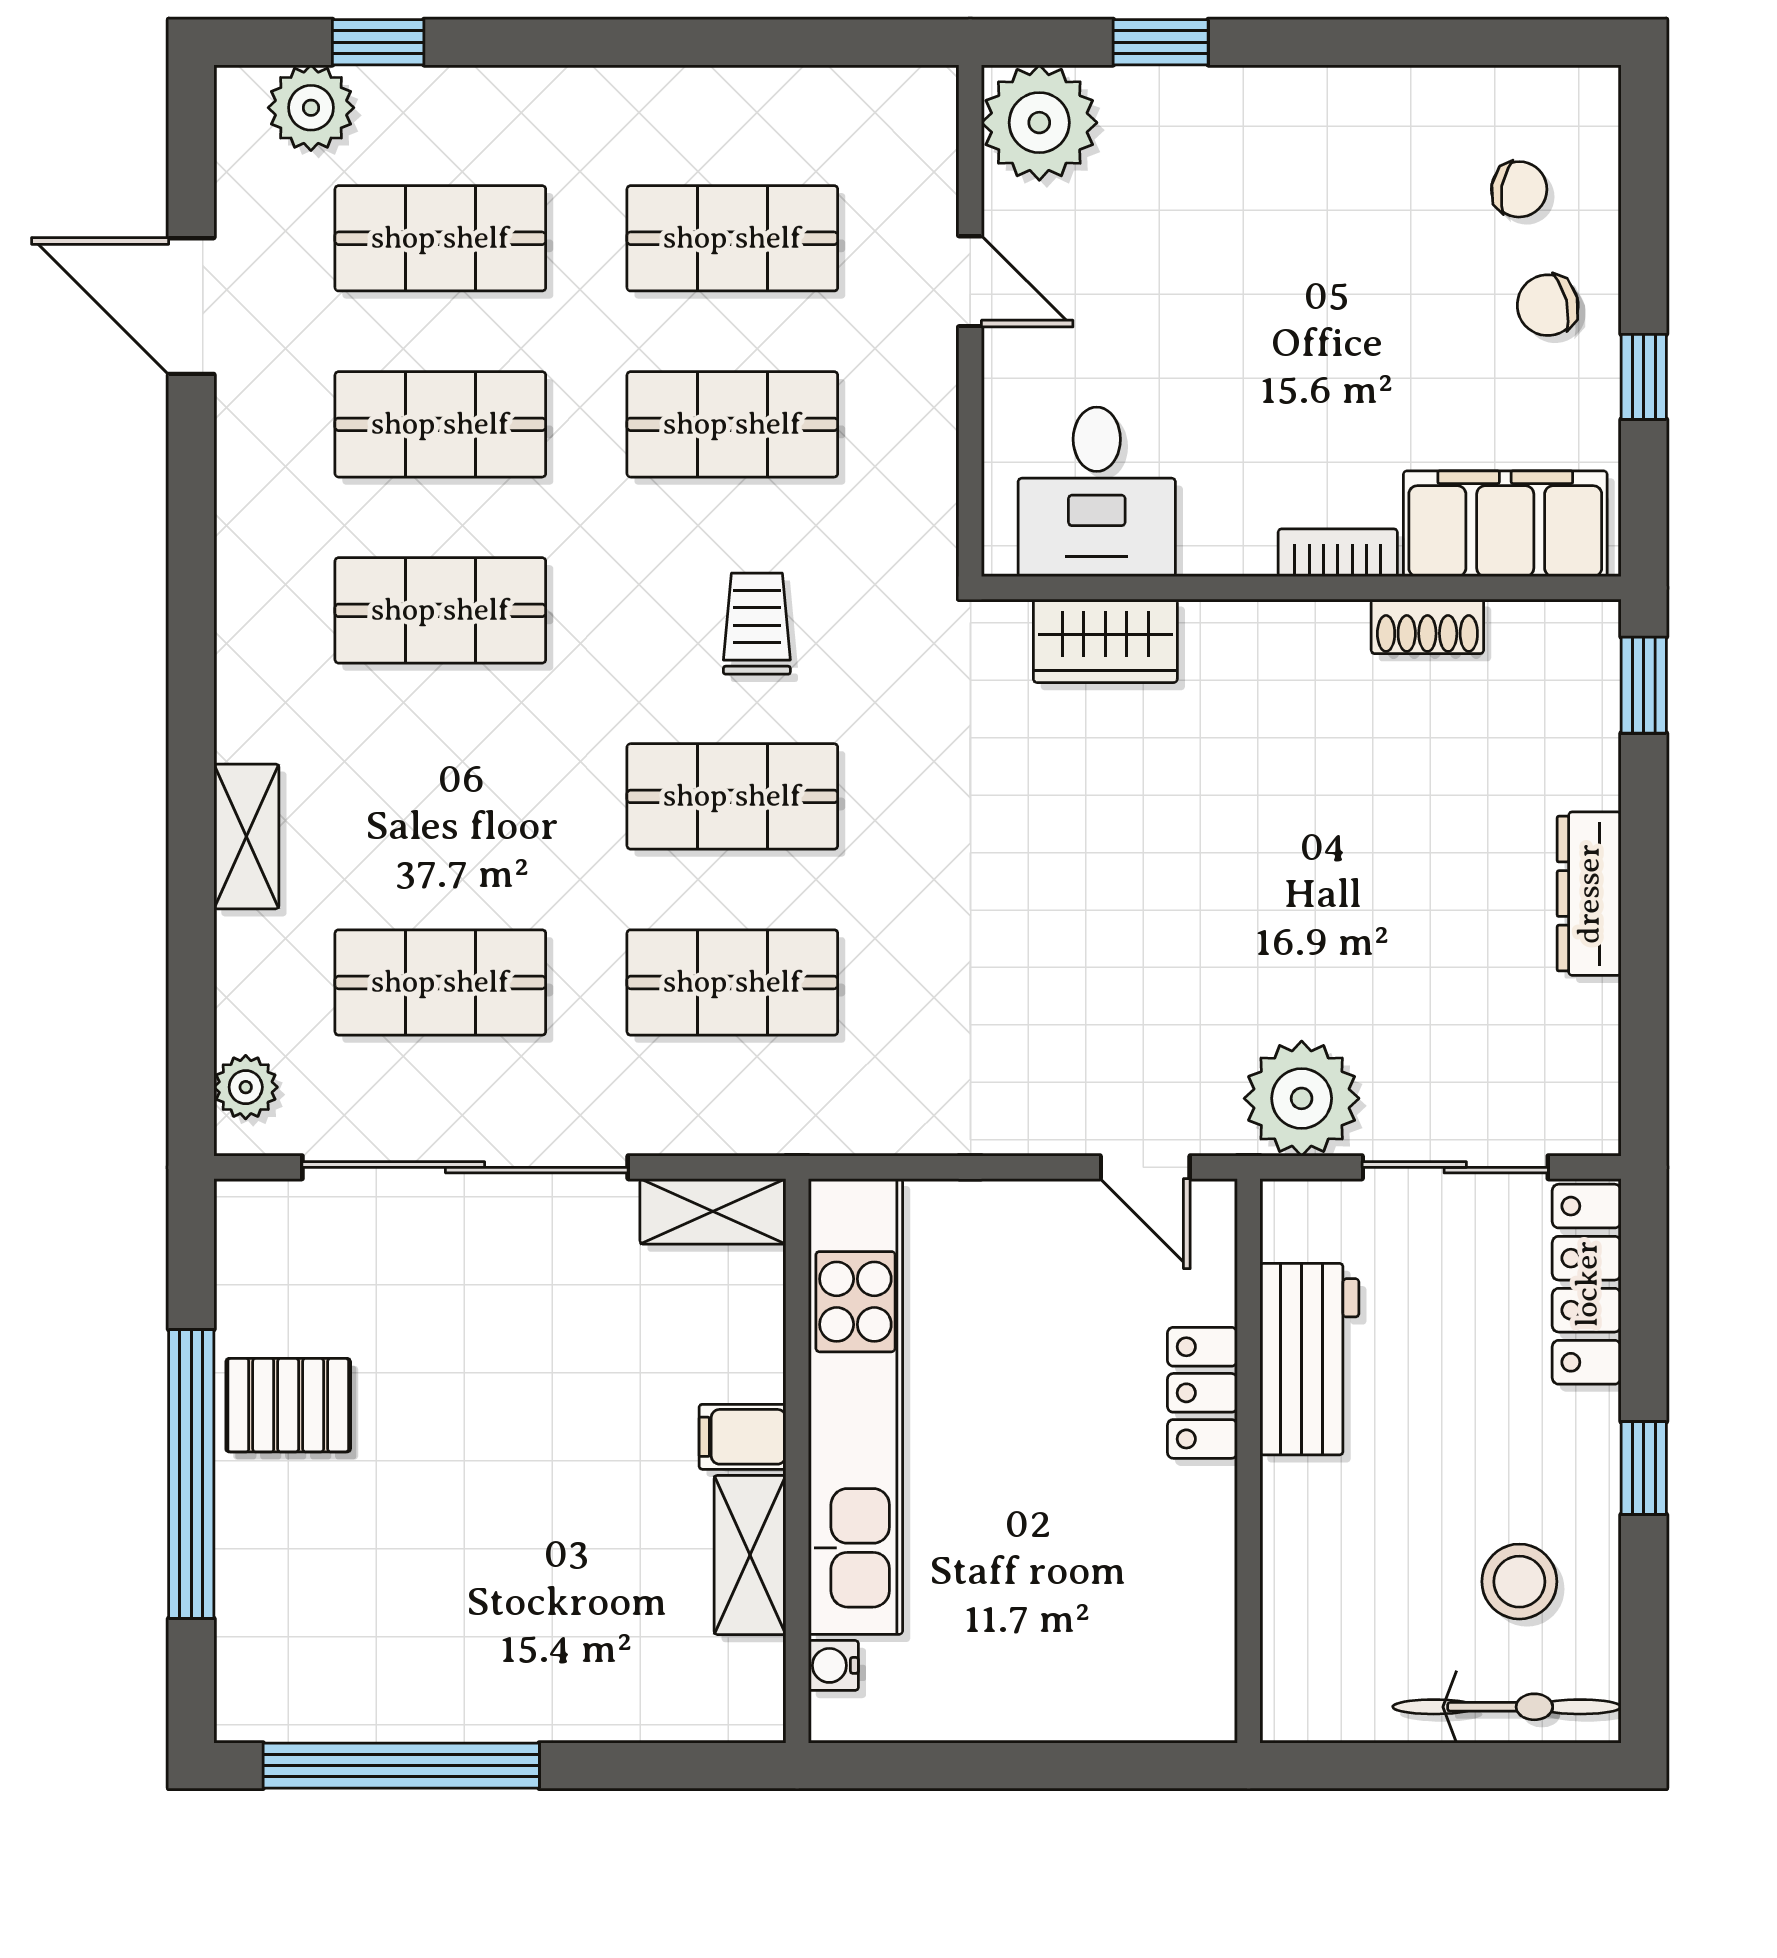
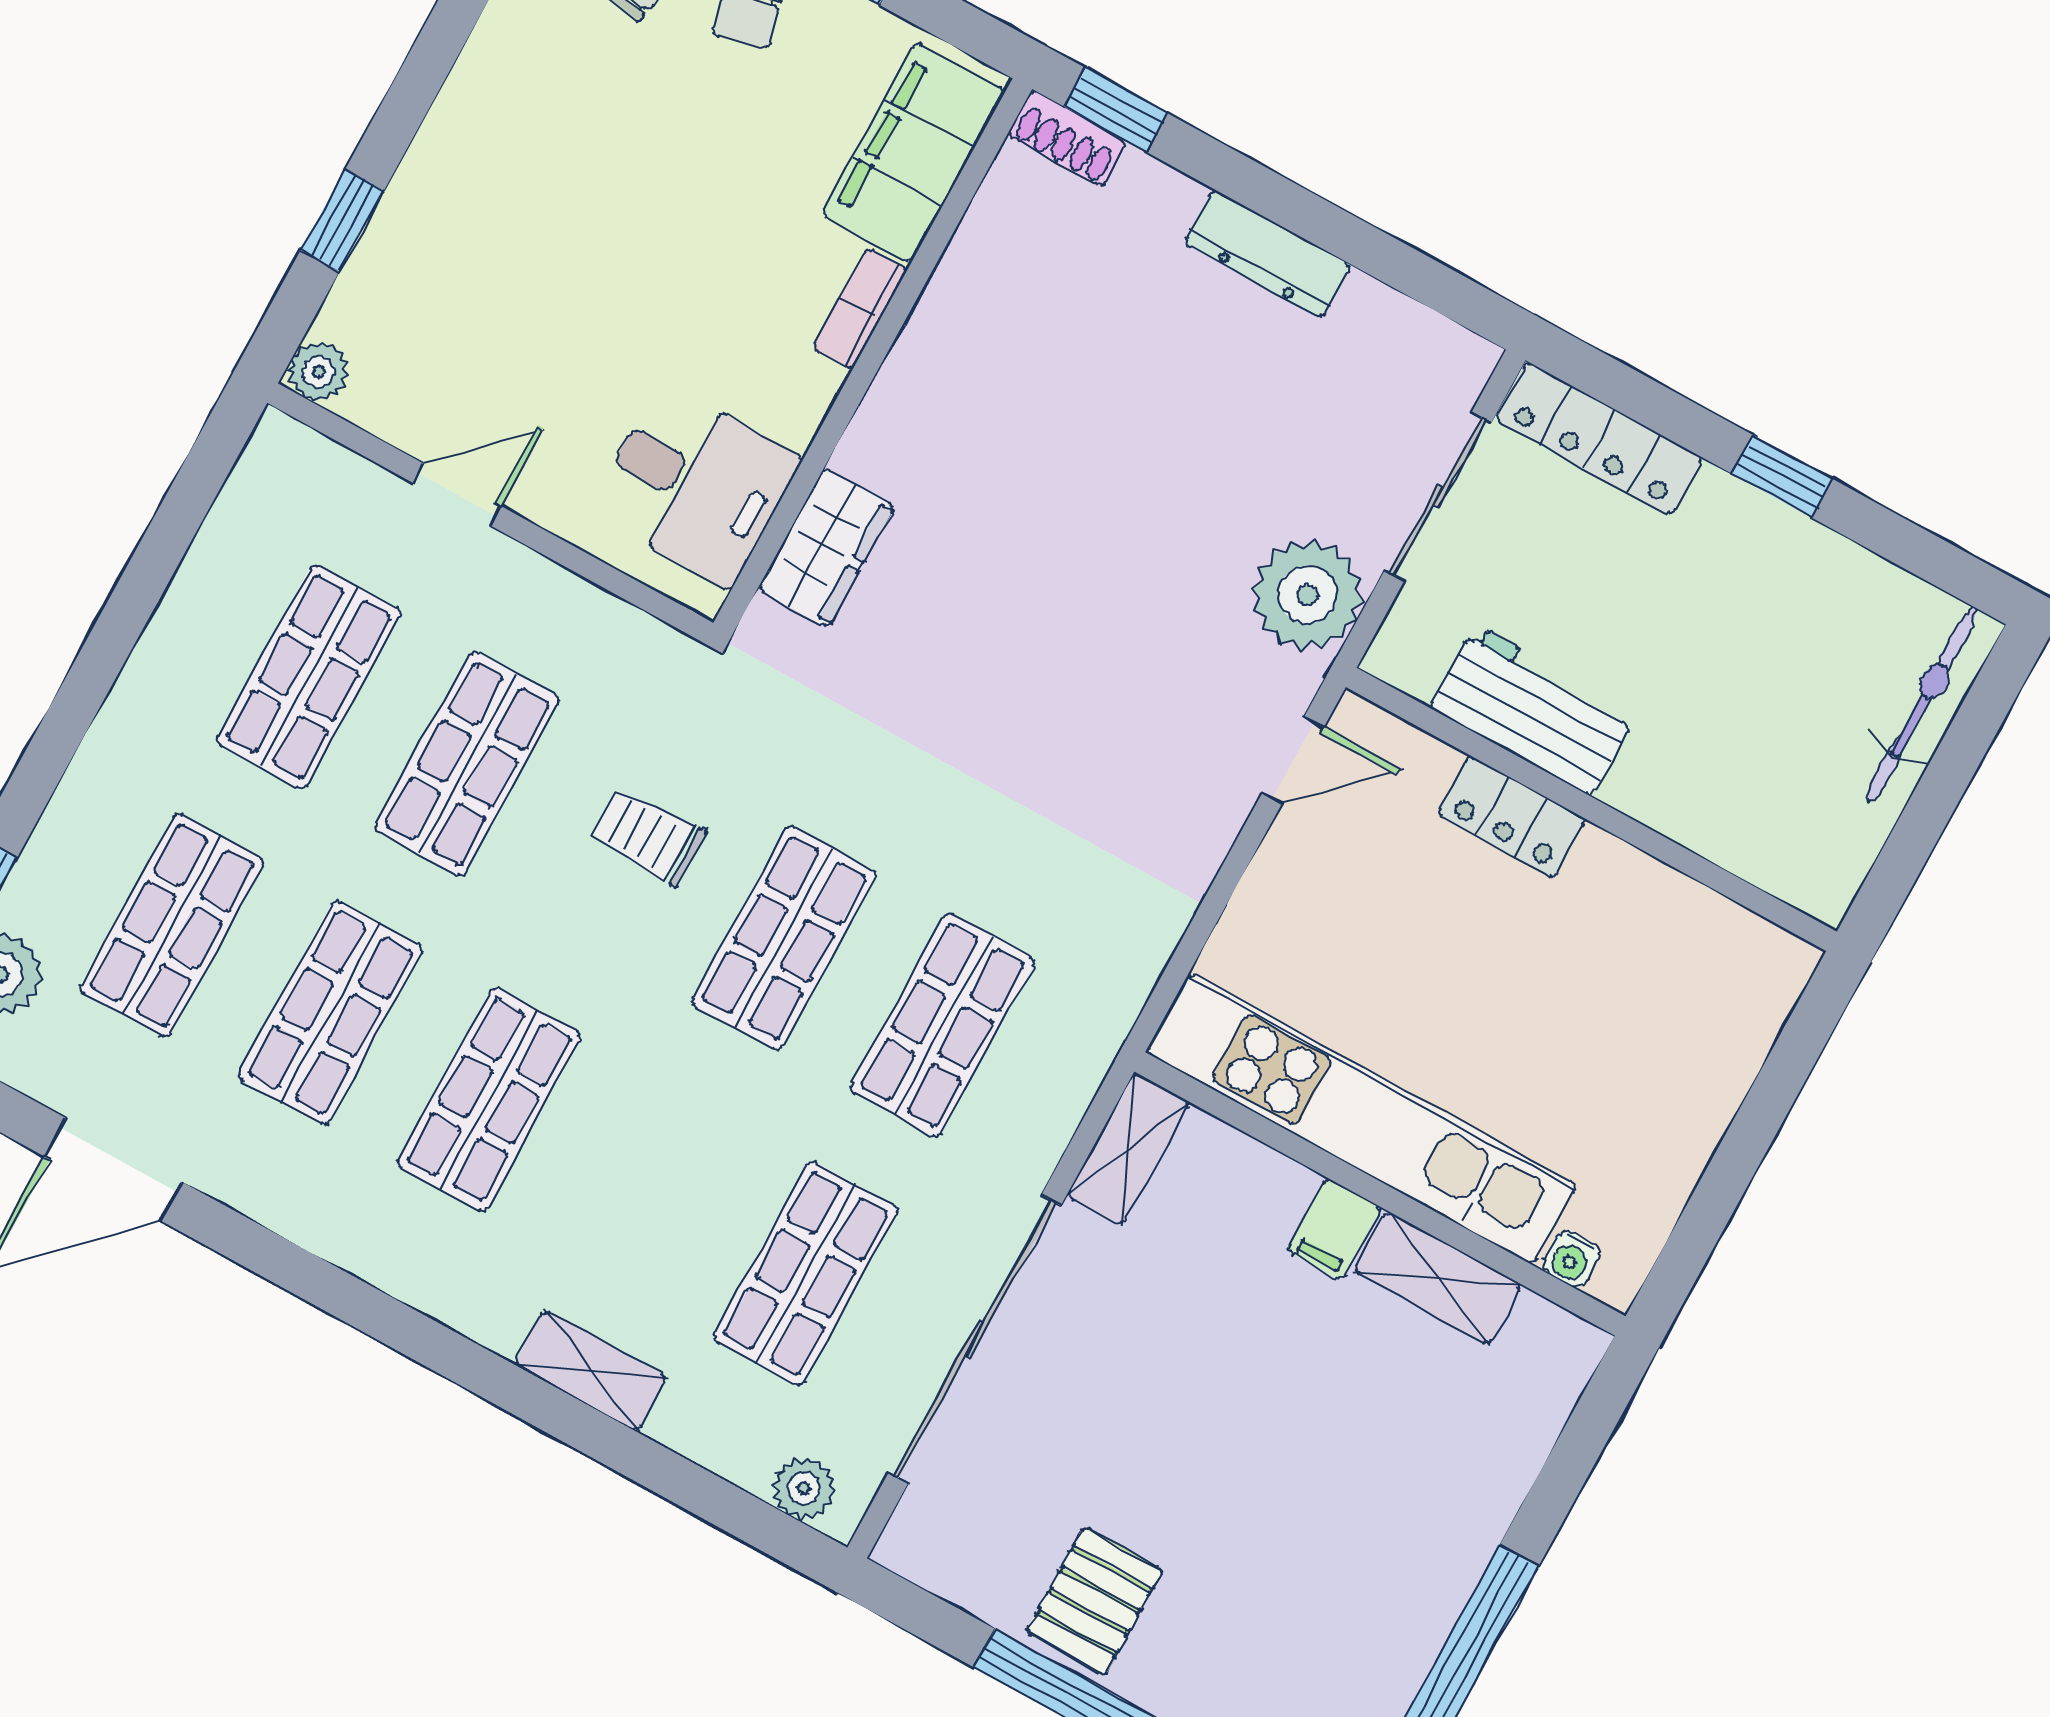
plant: (1039, 123) -> (318, 372), width x0.53, depth x0.53
shoe rack: (1427, 626) -> (1067, 138), moved, turned 90
stool: (1519, 1582) -> (1821, 635), removed

